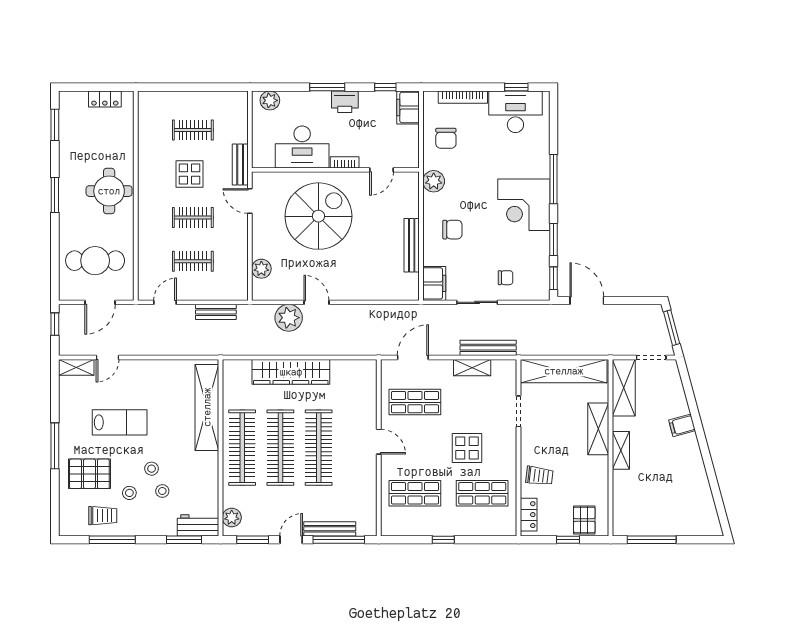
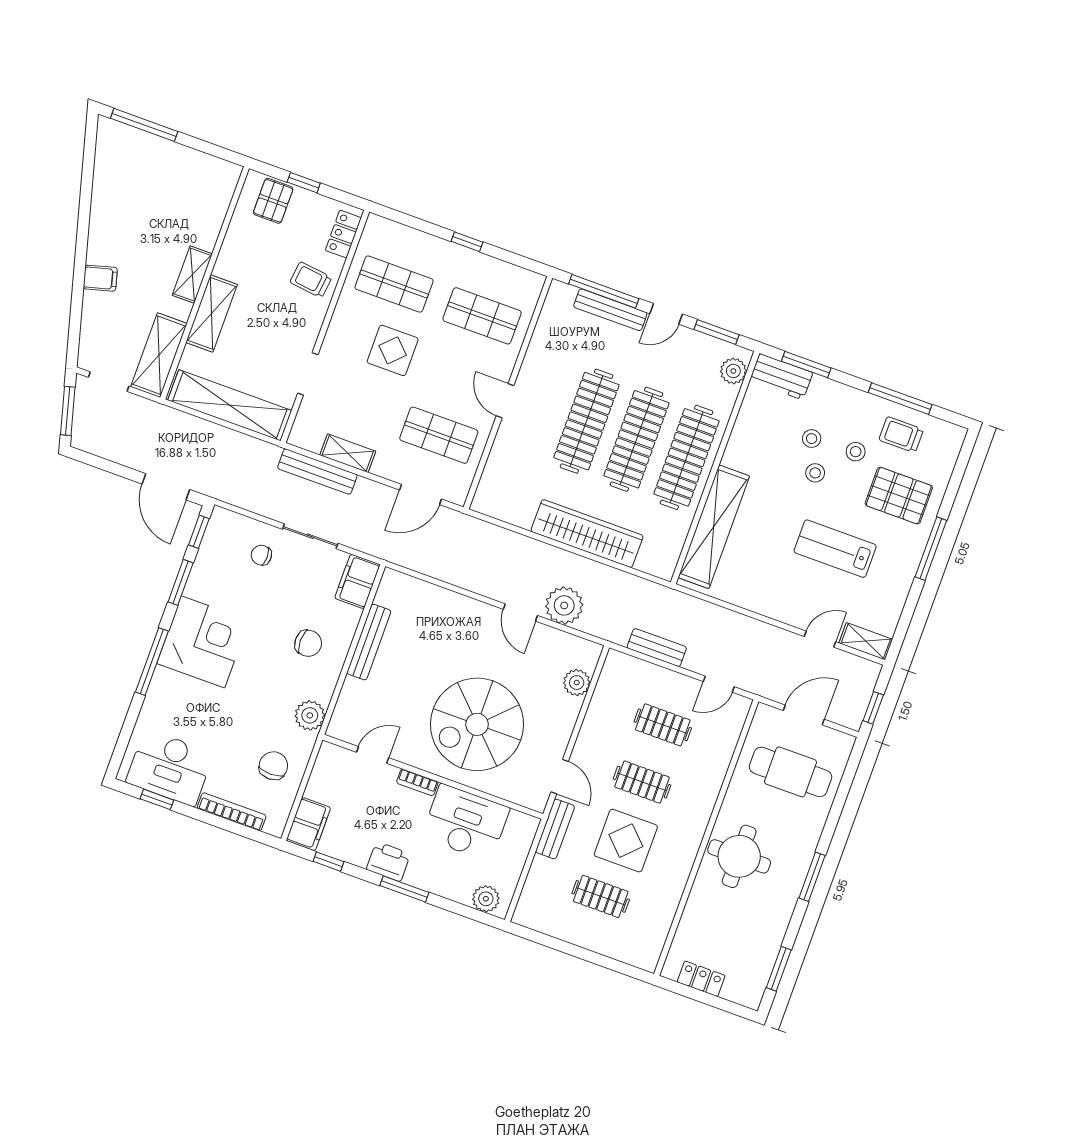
display table: (190, 174) -> (626, 841), width x1.36, depth x1.36
chair: (452, 230) -> (308, 643), turned 180
window: (652, 540) -> (144, 125), moved

